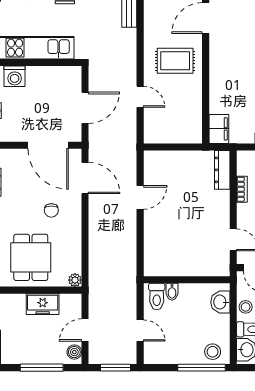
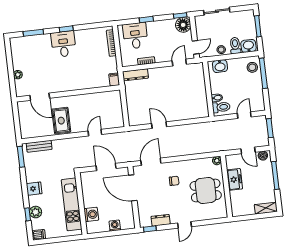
rug: (175, 61) -> (61, 121), moved
filing cabinet: (219, 129) -> (114, 79), width x0.50
door: (48, 145) -> (133, 188), swing flipped

